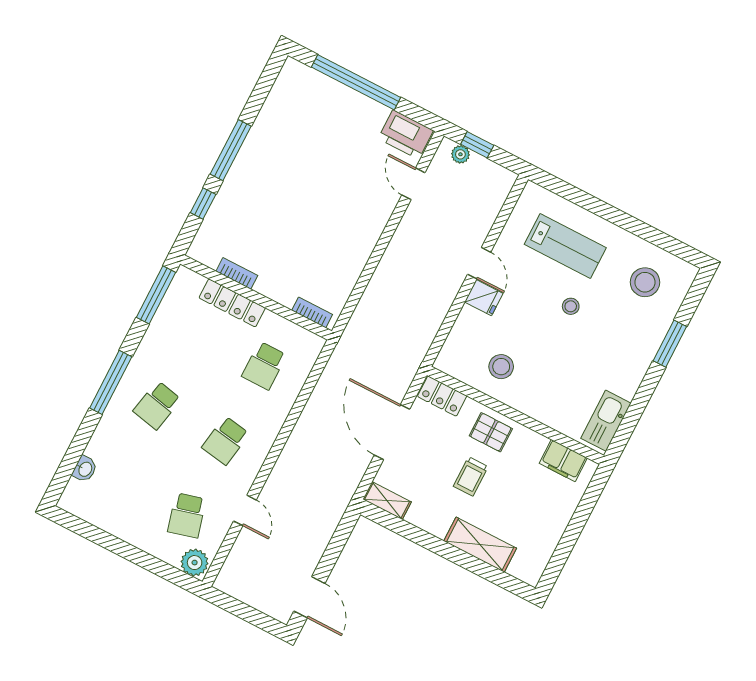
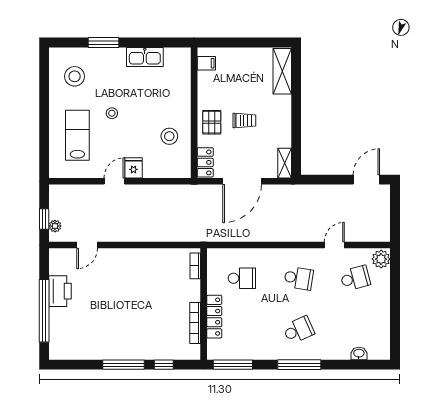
printer: (406, 134) -> (60, 291), moved
bookcase: (237, 273) -> (195, 323), width x1.56
school desk: (157, 405) -> (299, 330), turned -36
kitchen sink: (606, 421) -> (145, 57), moved
filing cabinet: (563, 461) -> (206, 63), width x0.50
shelving: (480, 545) -> (282, 71), moved

